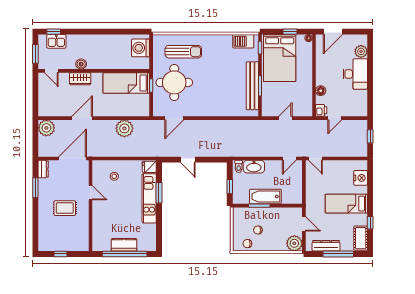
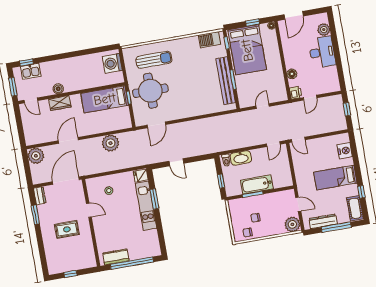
kitchen counter: (124, 245) -> (116, 257), moved

